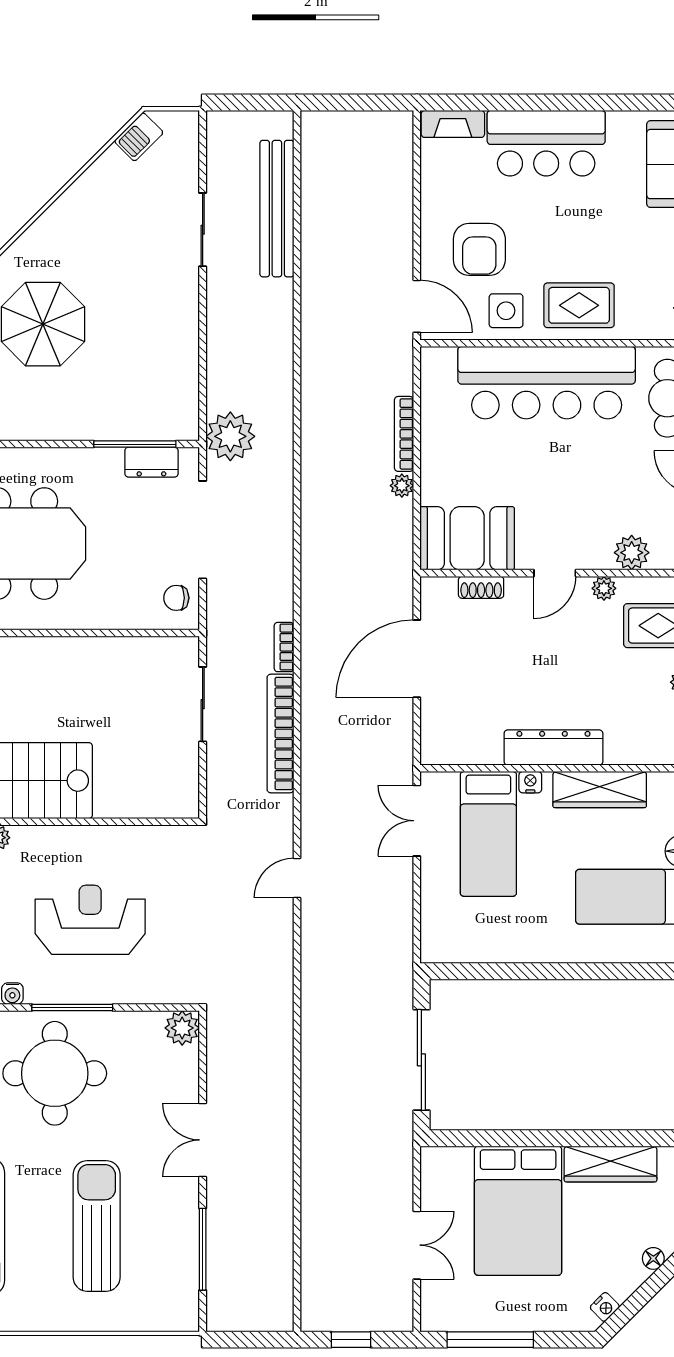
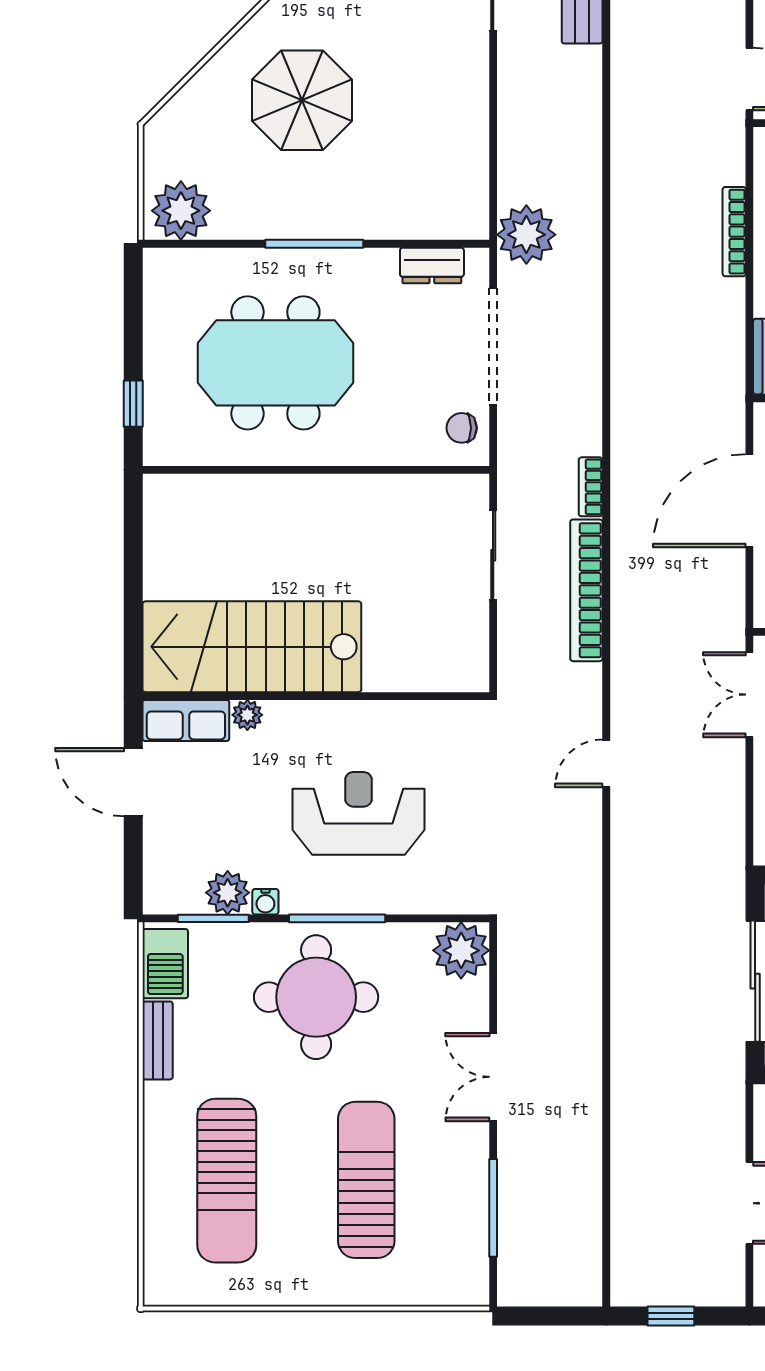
window: (135, 444) -> (314, 244), moved
plant: (402, 486) -> (732, 293), removed
plant: (182, 1028) -> (461, 950), width x1.36, depth x1.36

